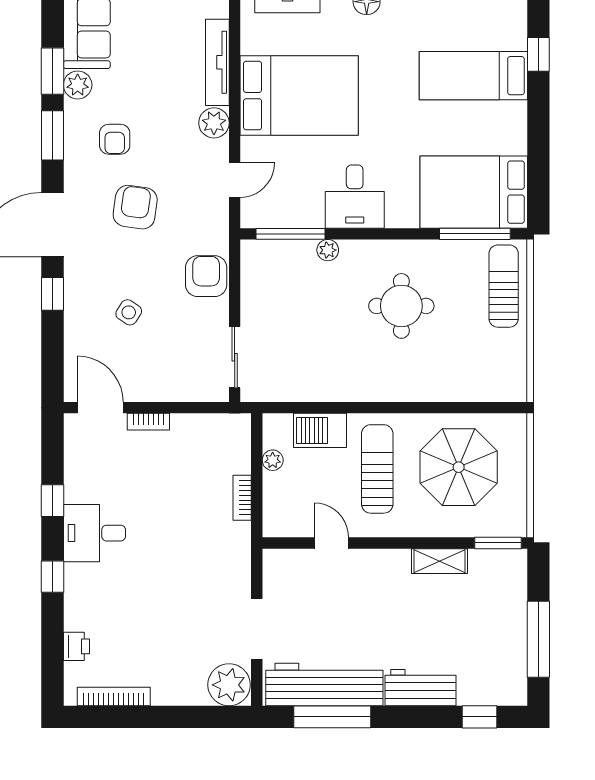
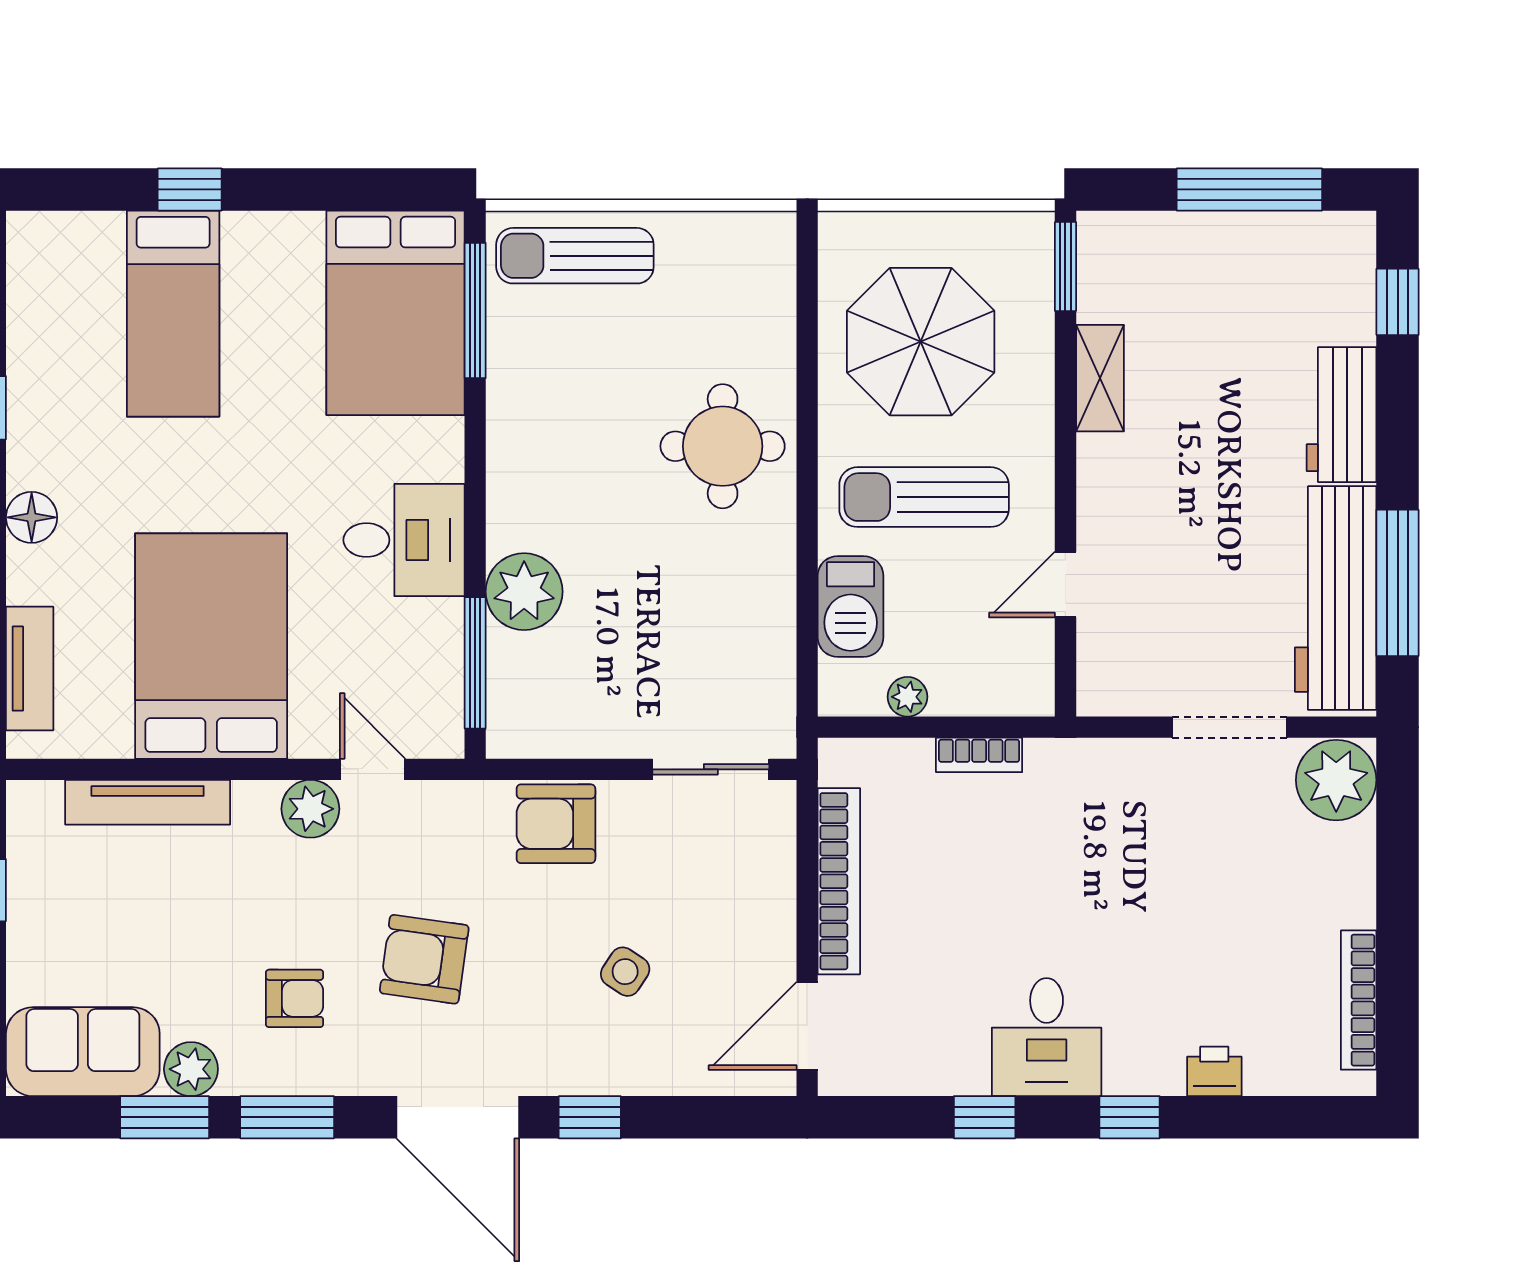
window: (538, 54) -> (190, 189), moved
plant: (214, 123) -> (310, 809), moved
plant: (328, 250) -> (524, 592), width x1.88, depth x1.88
round table: (401, 306) -> (723, 446), moved
bookcase: (148, 422) -> (839, 881), width x2.31, depth x1.31
printer: (76, 646) -> (1214, 1071), moved

